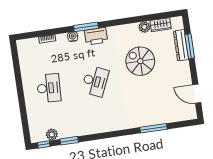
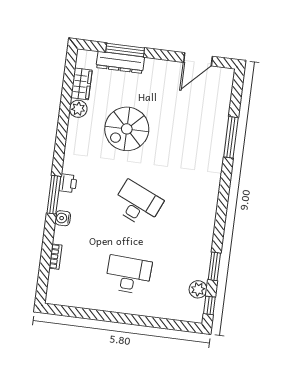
printer: (96, 36) -> (68, 183), width x0.53, depth x0.68

